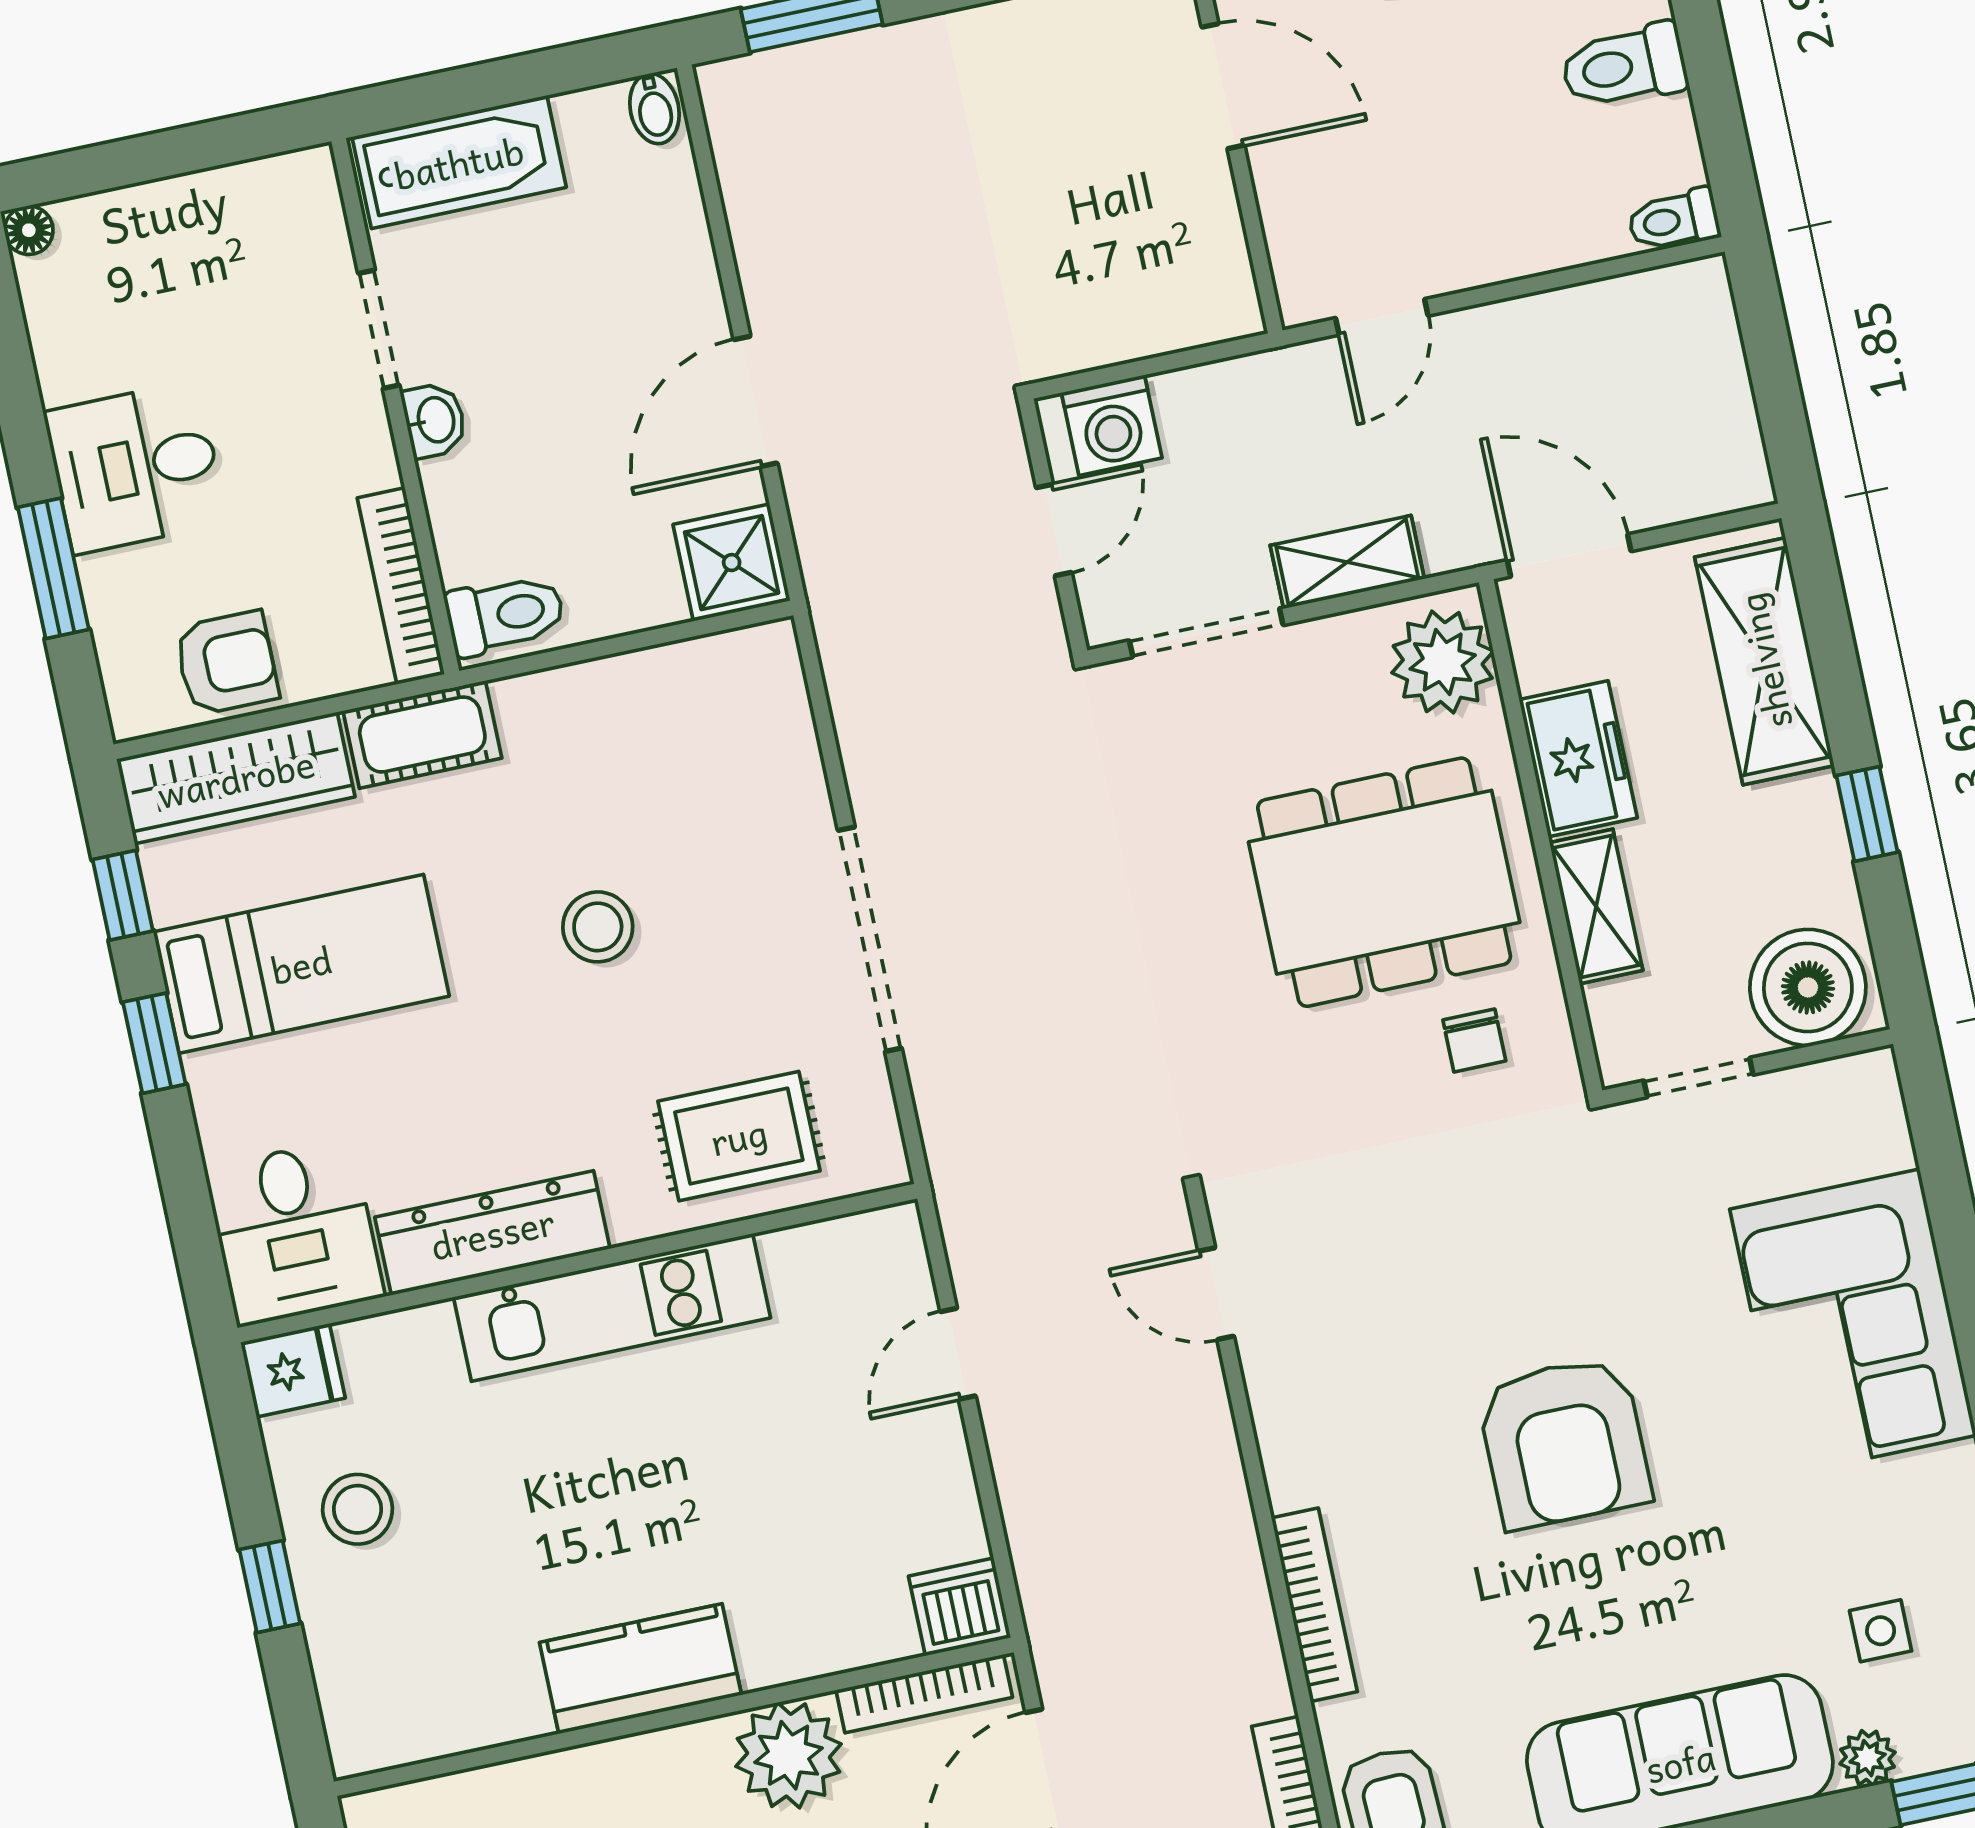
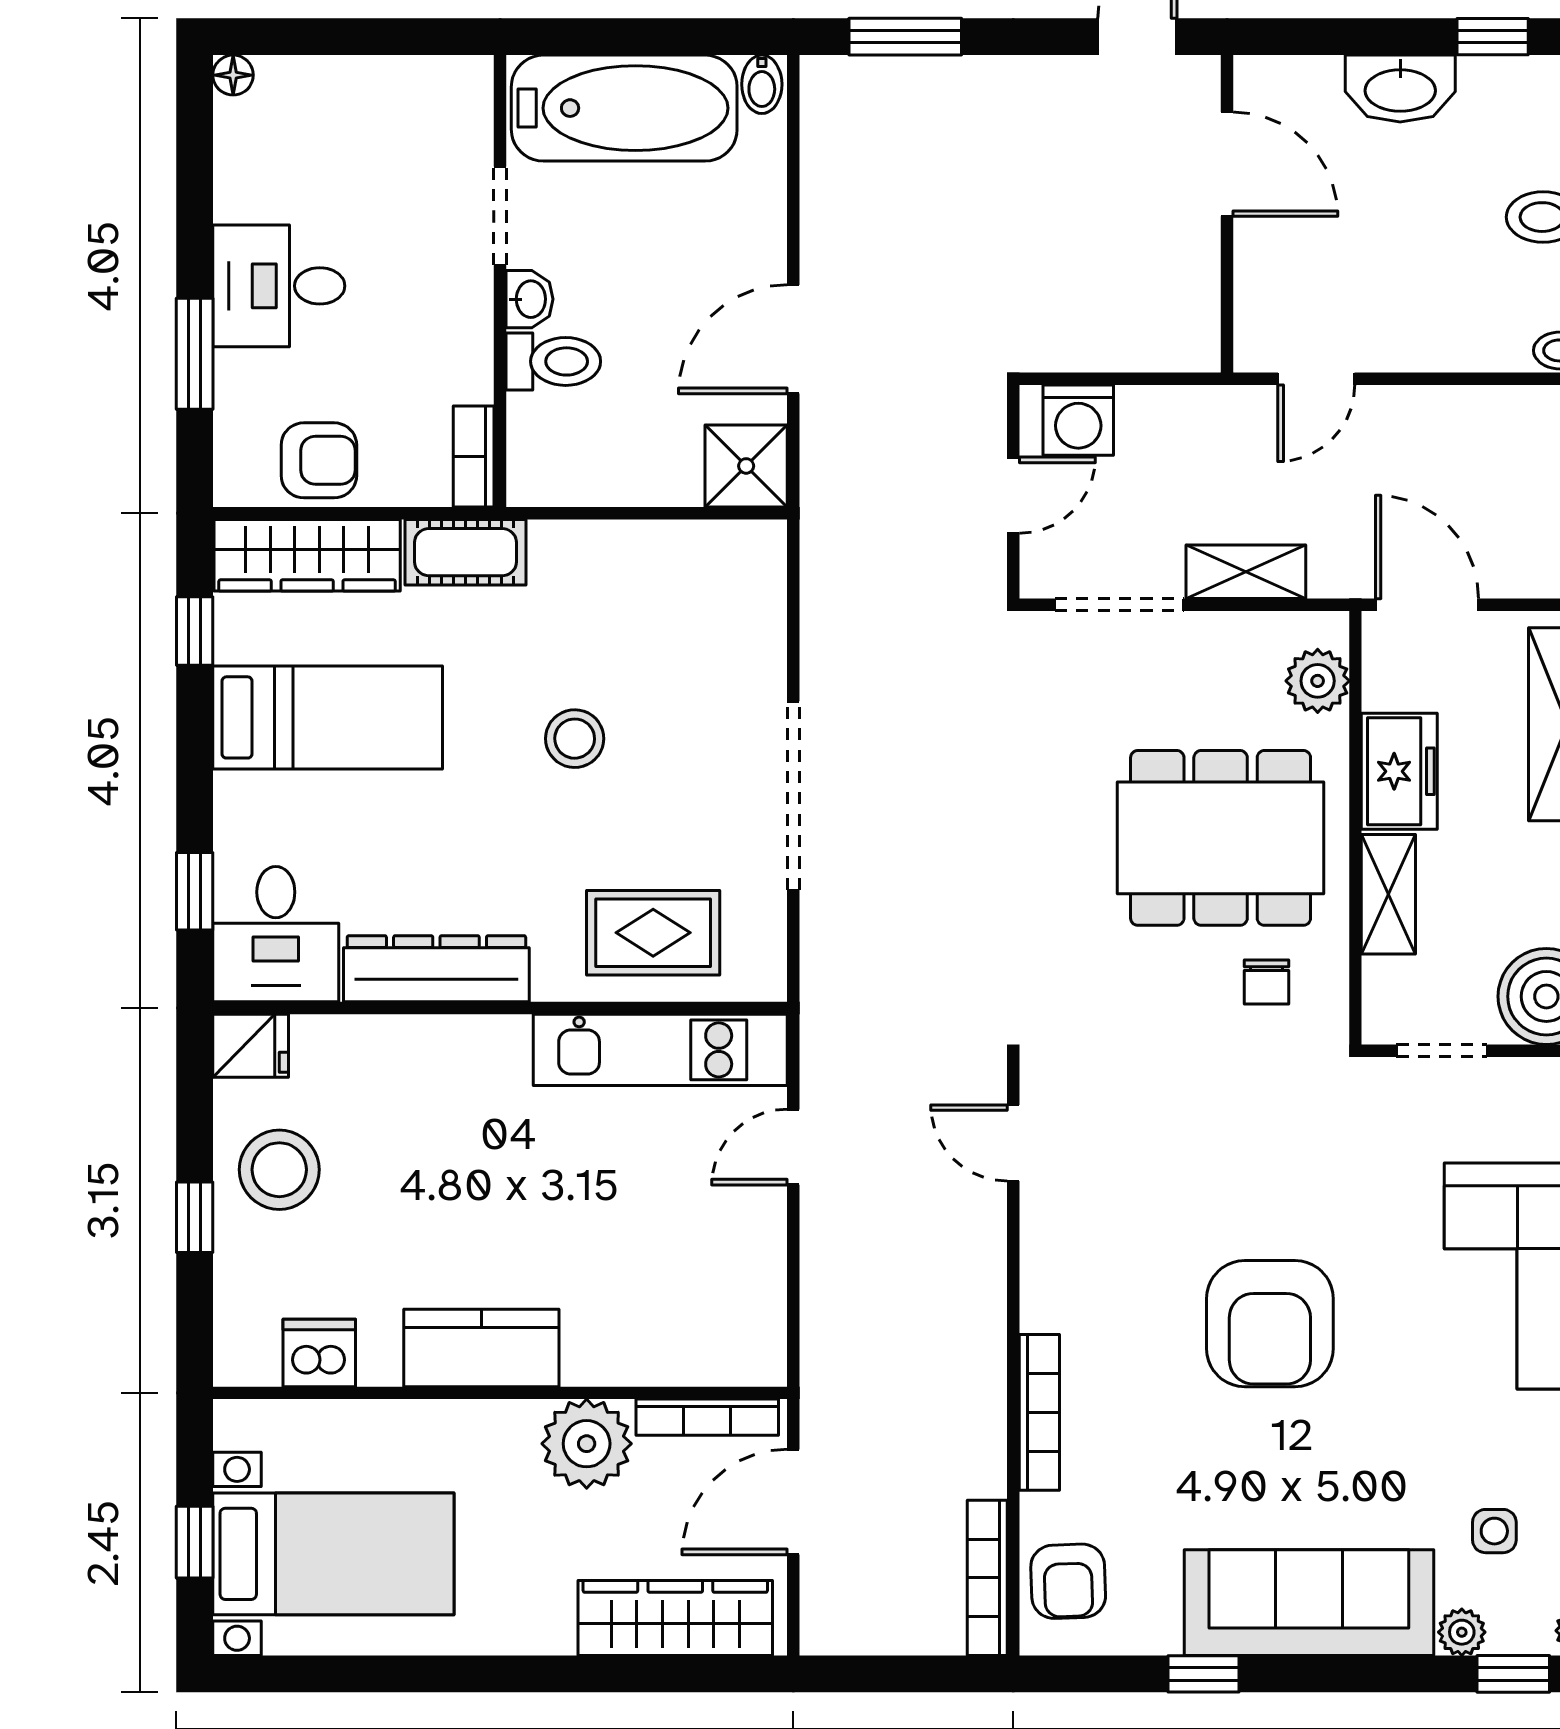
bathtub: (459, 162) -> (624, 108), width x1.36, depth x1.36
bookcase: (401, 586) -> (474, 456), width x0.64
toilet: (505, 615) -> (553, 361), moved
plant: (1443, 662) -> (1318, 681), width x0.73, depth x0.73
window: (154, 1043) -> (195, 891), moved
kitchen unit: (612, 1307) -> (660, 1050), moved
stool: (358, 1509) -> (279, 1170), width x1.38, depth x1.38
dishwasher: (960, 1607) -> (319, 1353), moved

